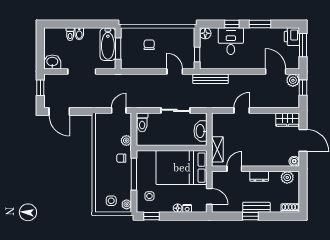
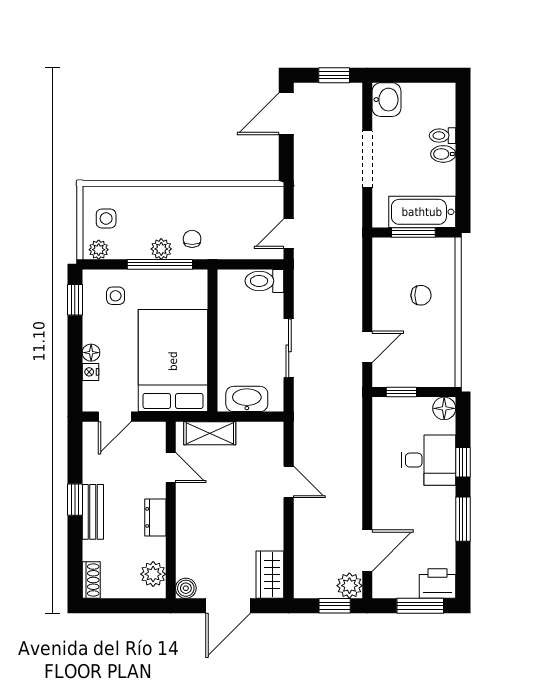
bench: (211, 79) -> (352, 419), removed
door: (119, 110) -> (289, 234), swing flipped
plant: (126, 140) -> (161, 249), moved

